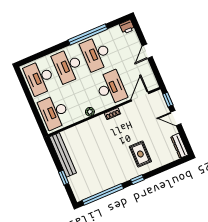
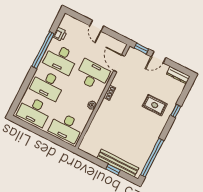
printer: (127, 27) -> (60, 34), moved
bench: (63, 155) -> (118, 163), moved
window: (137, 180) -> (176, 111), moved

